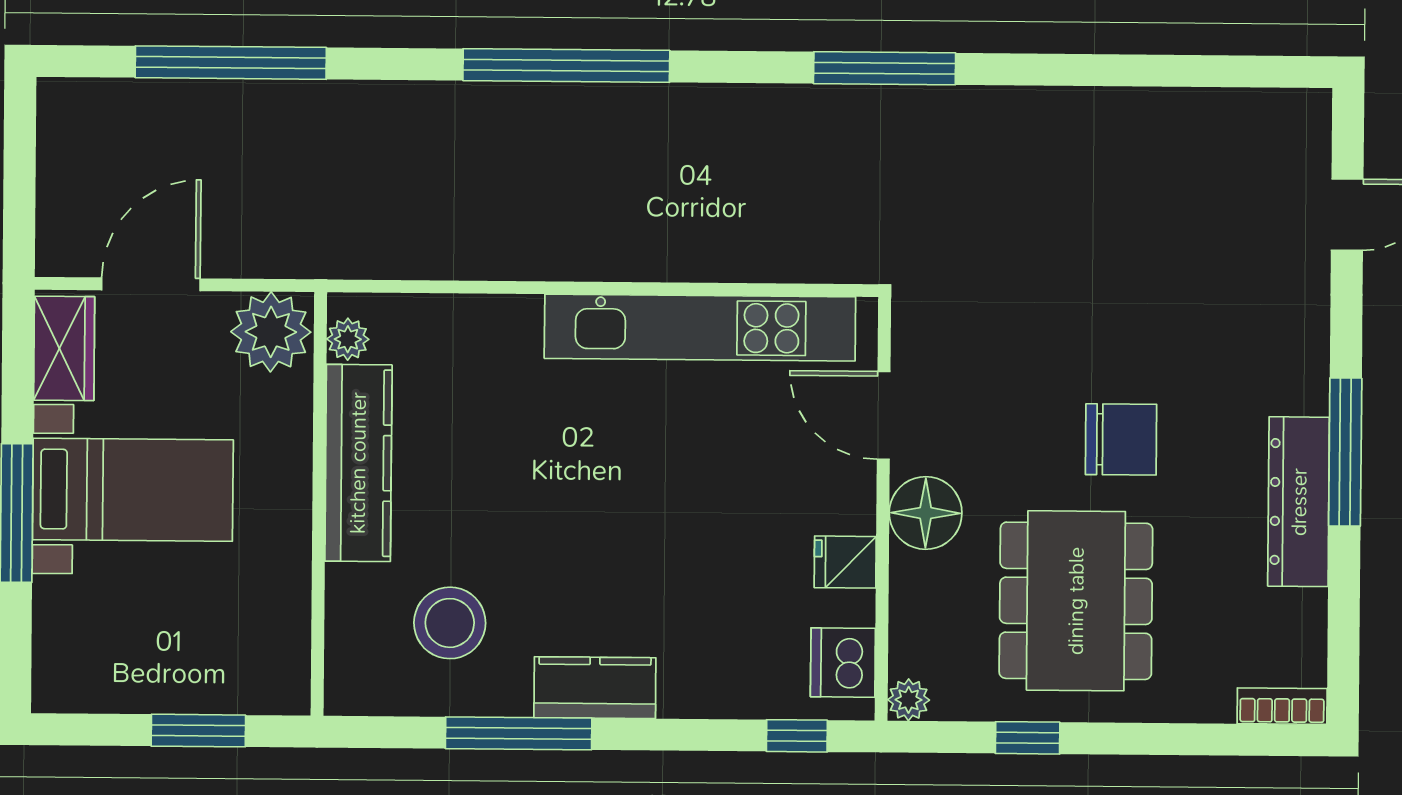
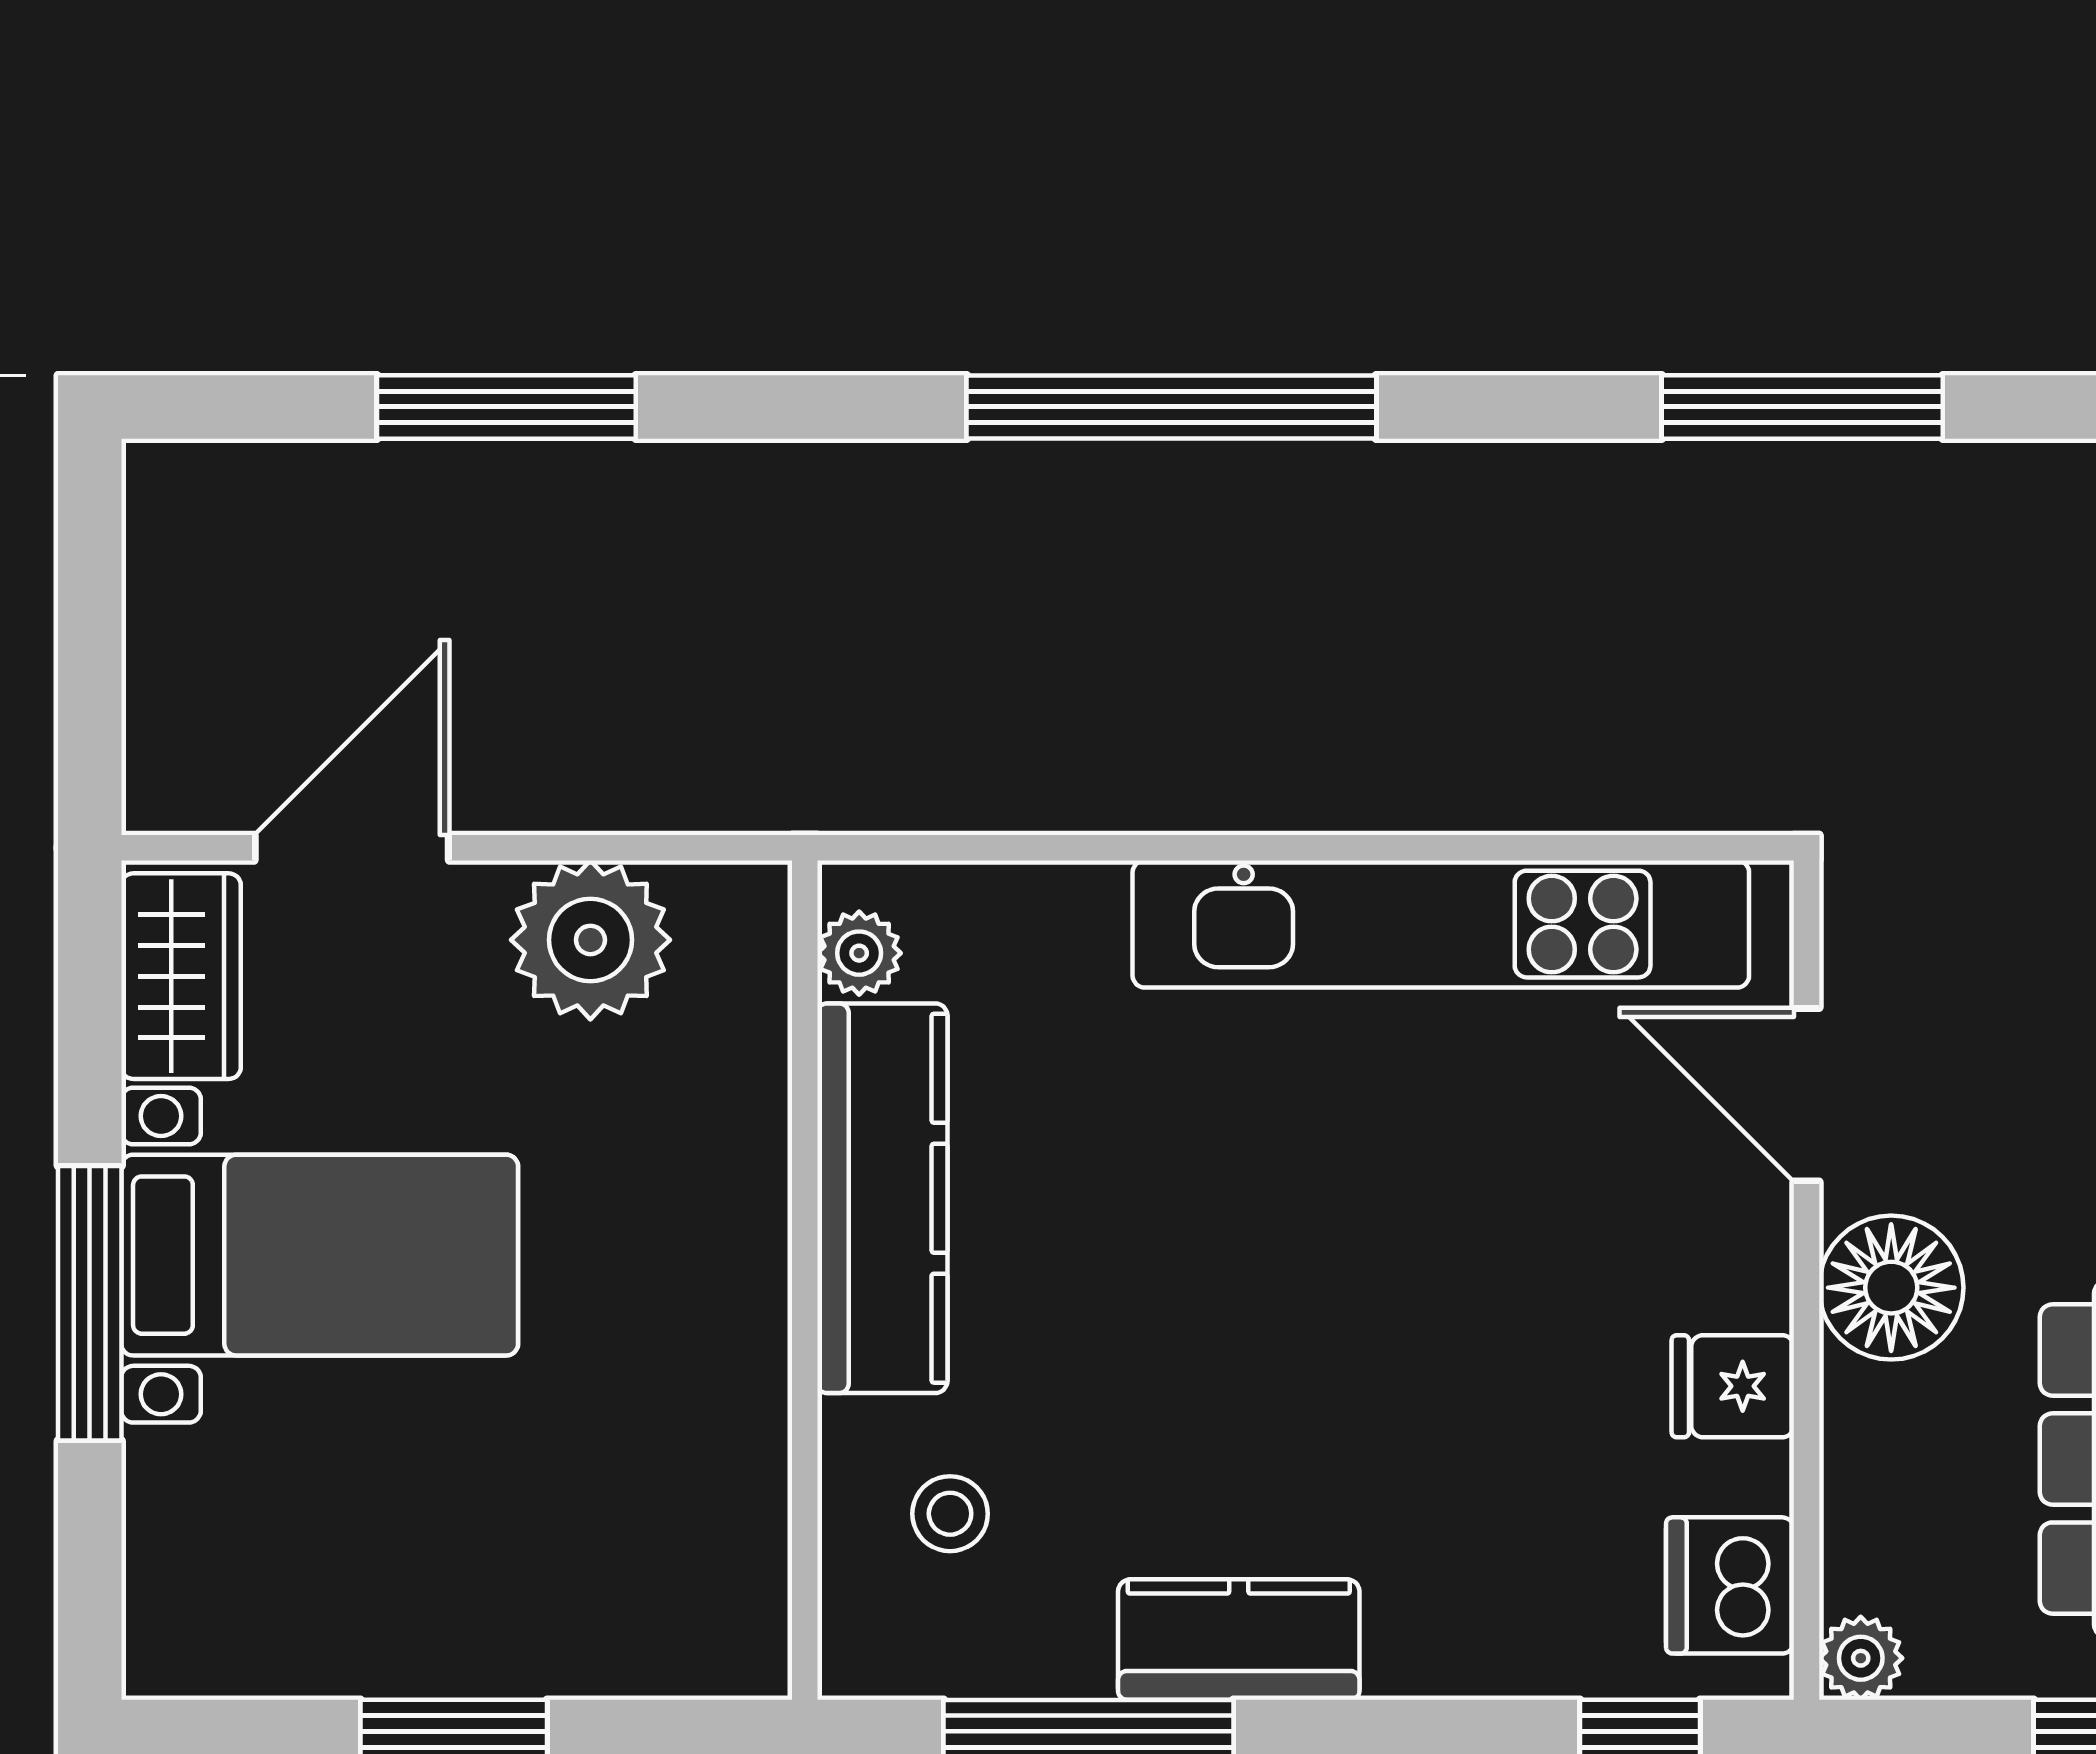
window: (231, 63) -> (506, 407), width x0.68
plant: (348, 339) -> (859, 953), moved
kitchen counter: (358, 463) -> (882, 1198), moved
wall: (319, 504) -> (805, 1280), moved
stool: (450, 623) -> (950, 1514), width x0.53, depth x0.53

